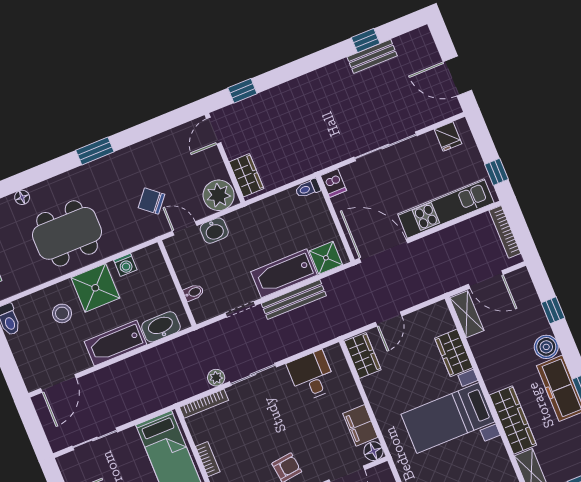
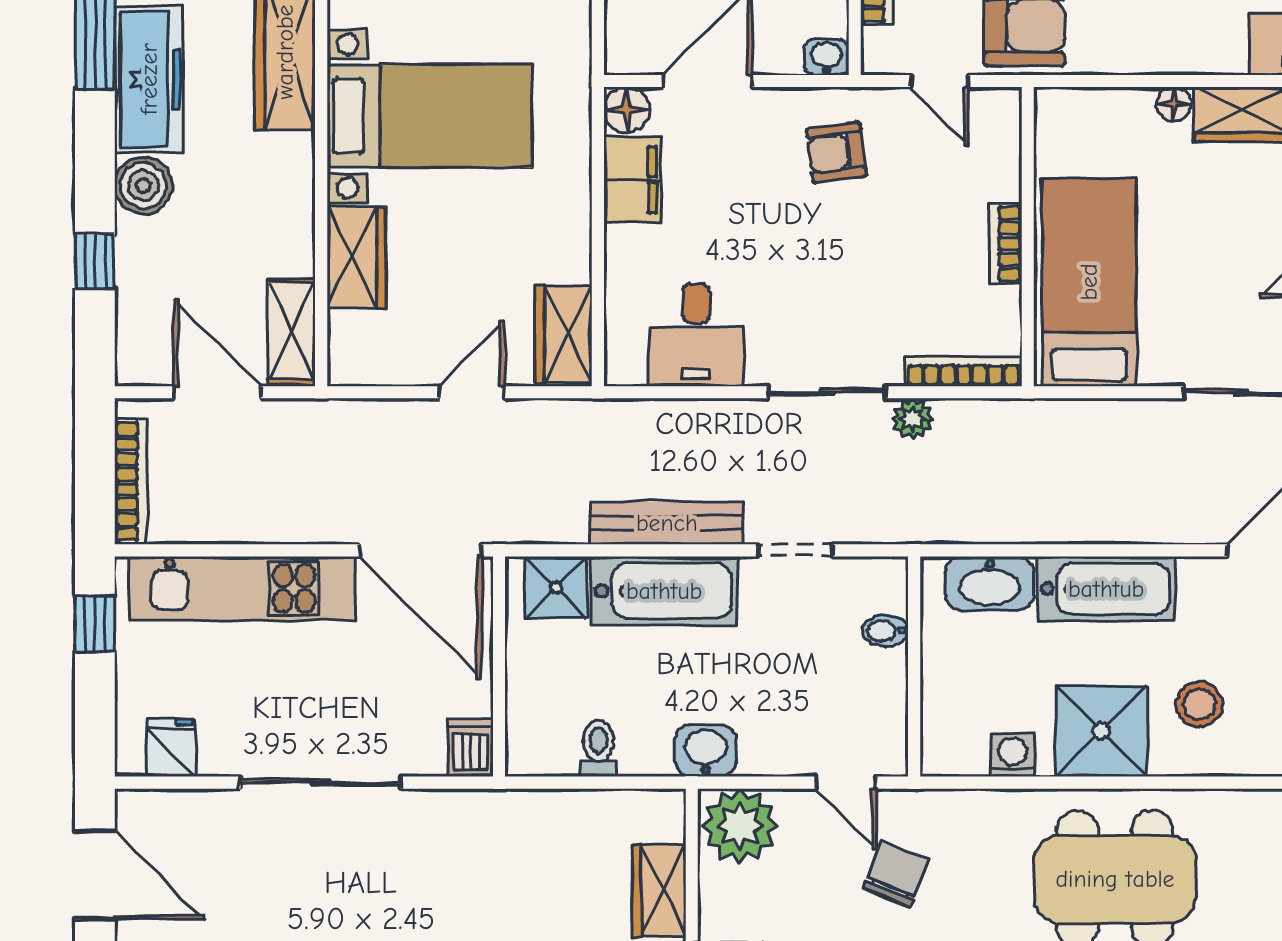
wardrobe: (246, 175) -> (659, 890), moved
toilet: (308, 189) -> (599, 748), moved, turned -90
chair: (151, 201) -> (896, 874), turned -108
washbasin: (214, 231) -> (706, 751), moved

